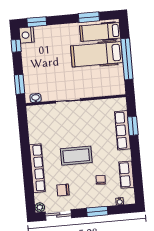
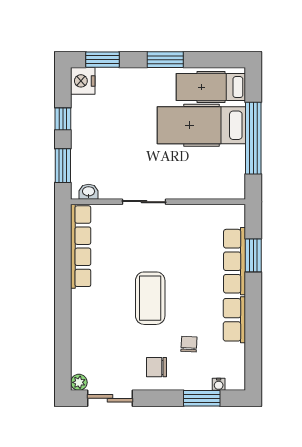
window: (89, 17) -> (165, 60), moved
window: (16, 46) -> (63, 119), moved
coffee table: (76, 156) -> (150, 298), turned 90
row of seats: (37, 168) -> (81, 246), moved
row of seats: (126, 175) -> (234, 320), moved
chair: (63, 190) -> (157, 367), moved
window: (97, 211) -> (202, 398), moved

